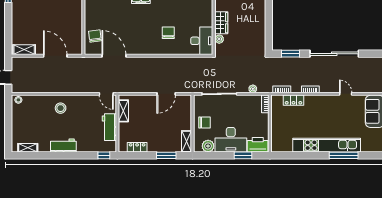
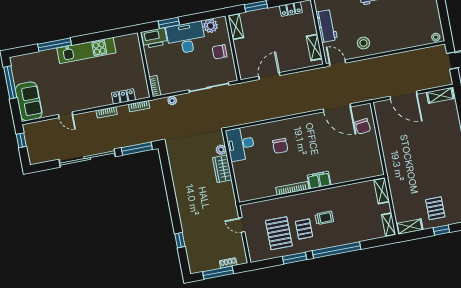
window: (291, 54) -> (137, 149), width x1.44
stool: (61, 108) -> (363, 43), moved
kitchen unit: (327, 145) -> (86, 51), width x0.73

